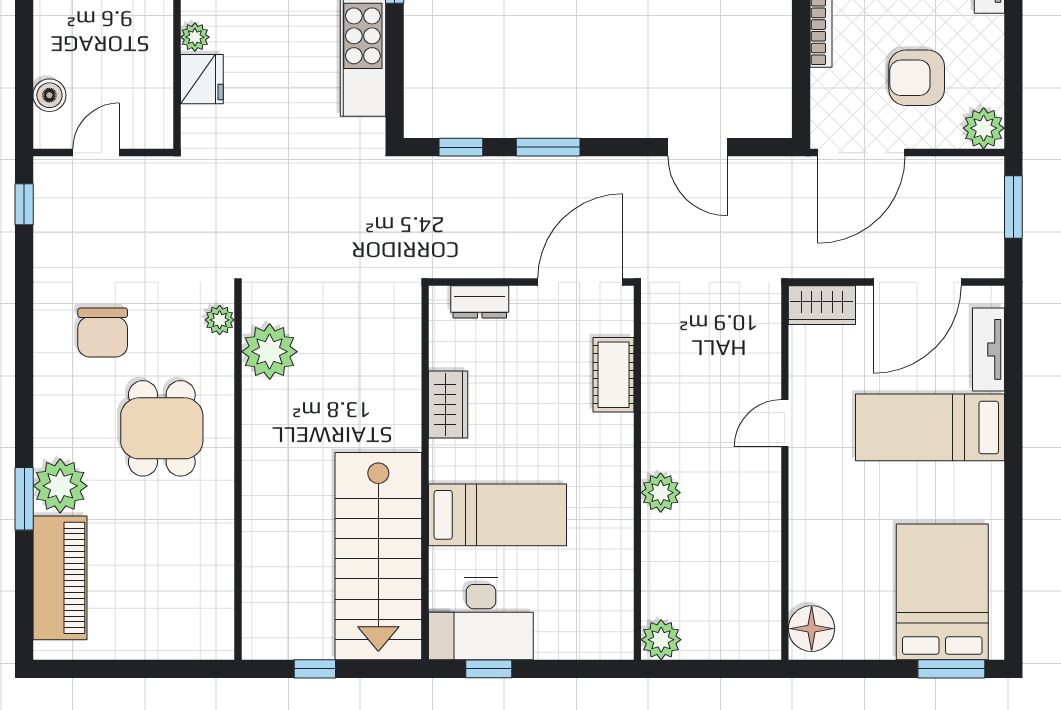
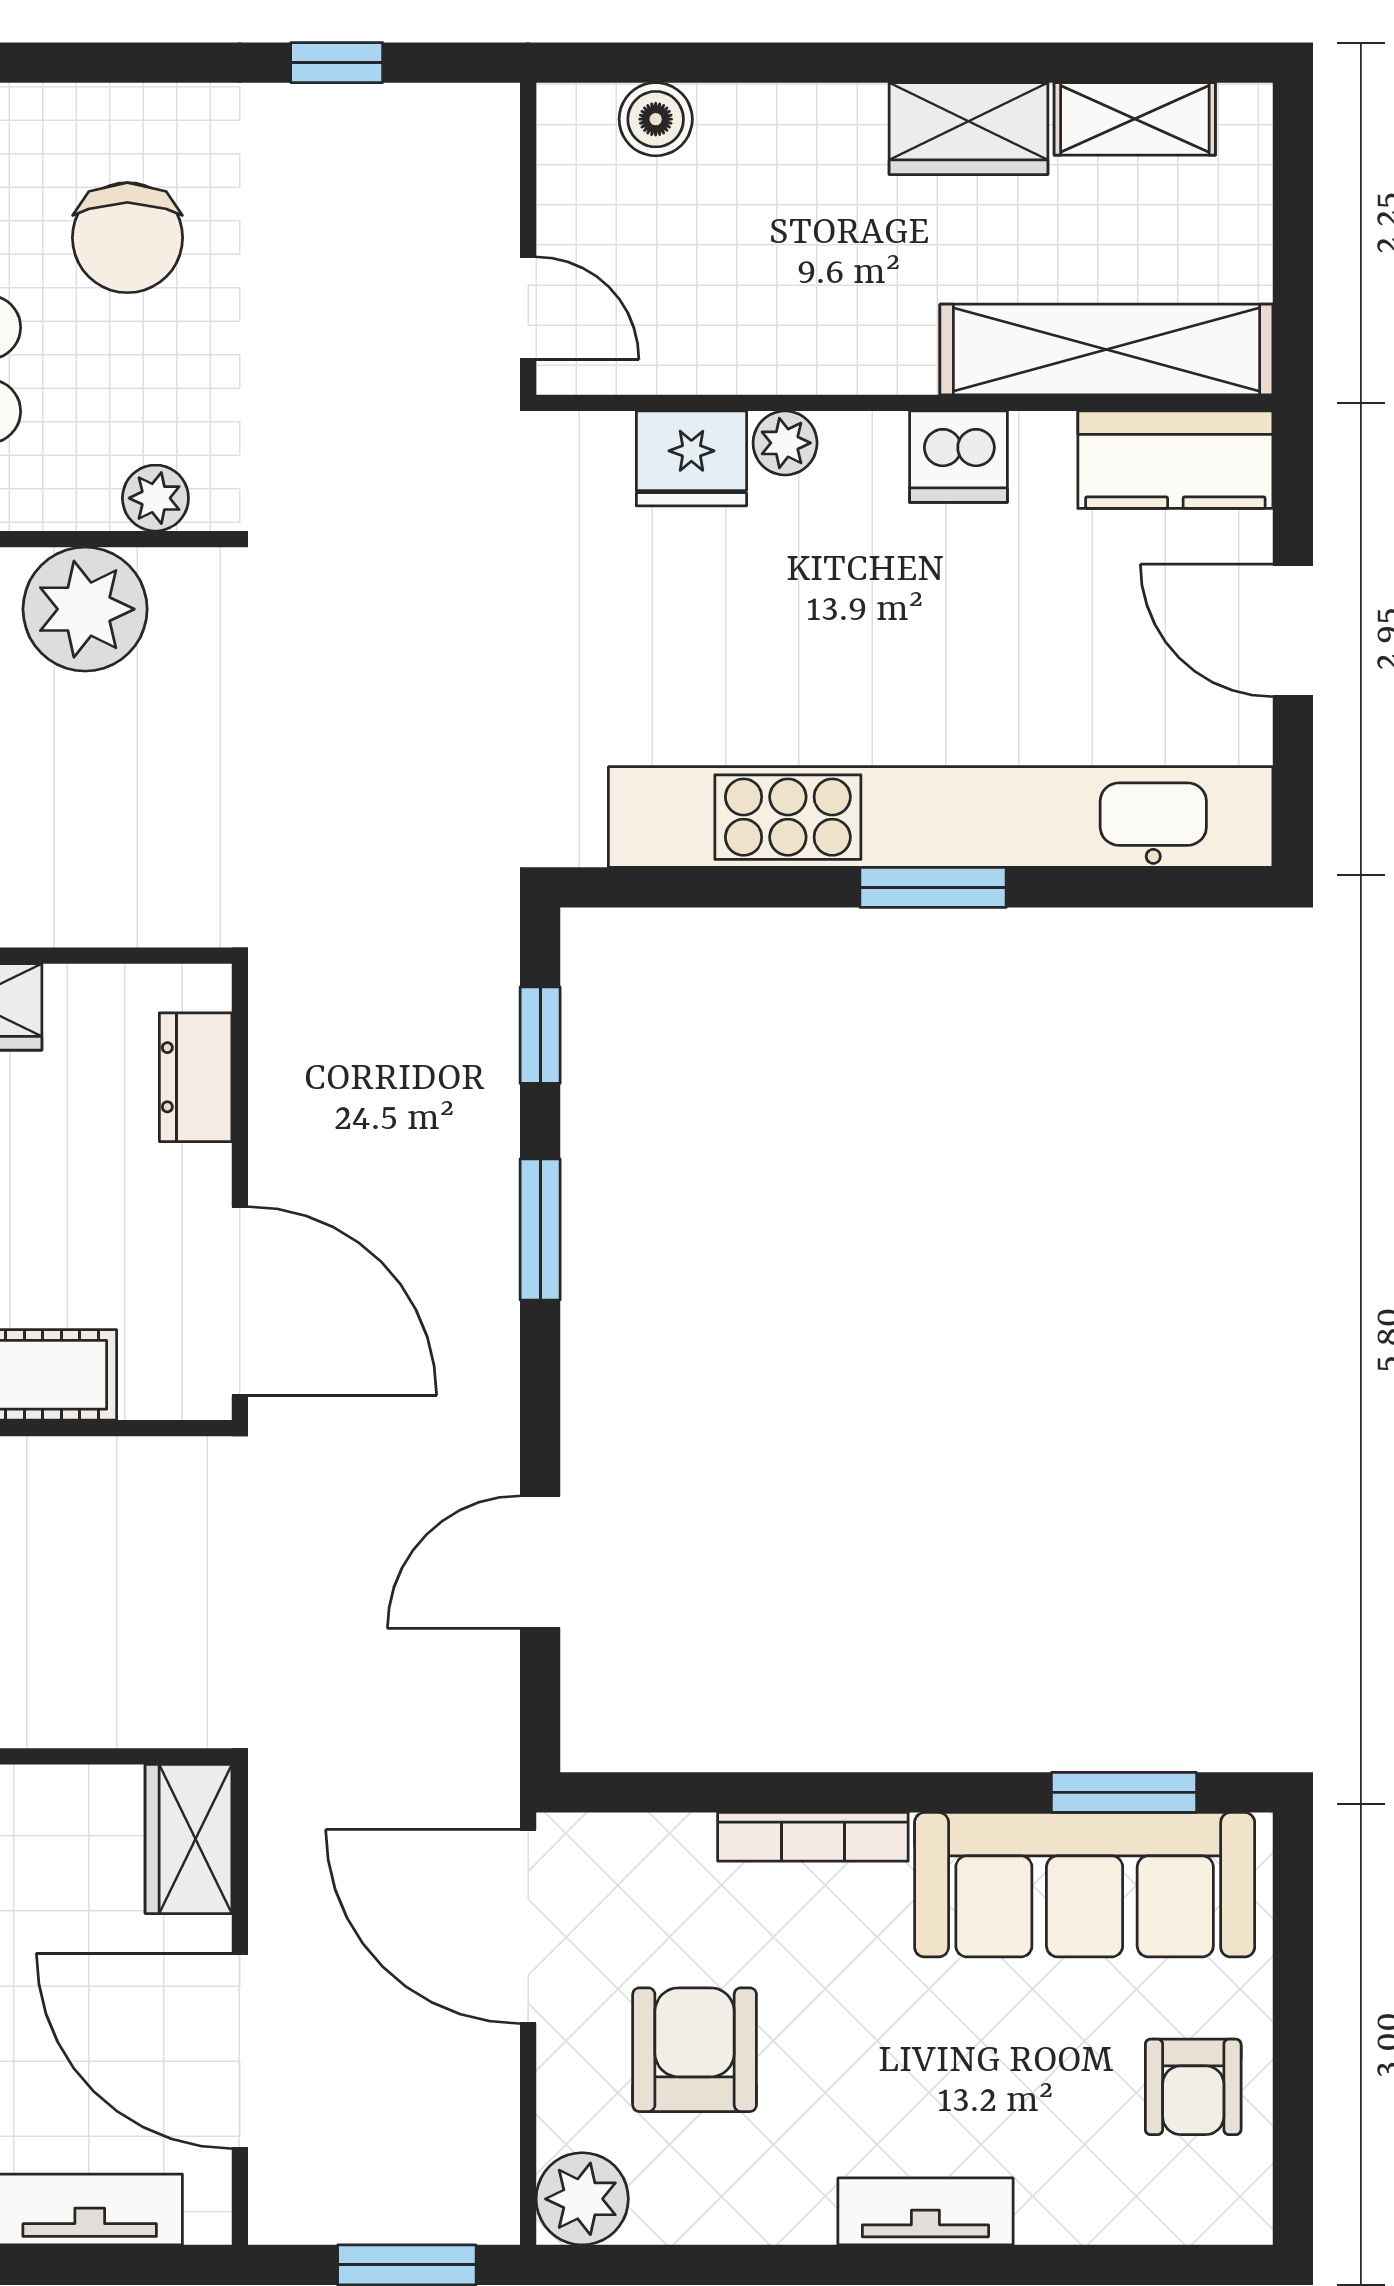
door: (96, 153) -> (528, 308), moved
window: (24, 204) -> (337, 63), moved
chair: (103, 333) -> (127, 238), turned -90

